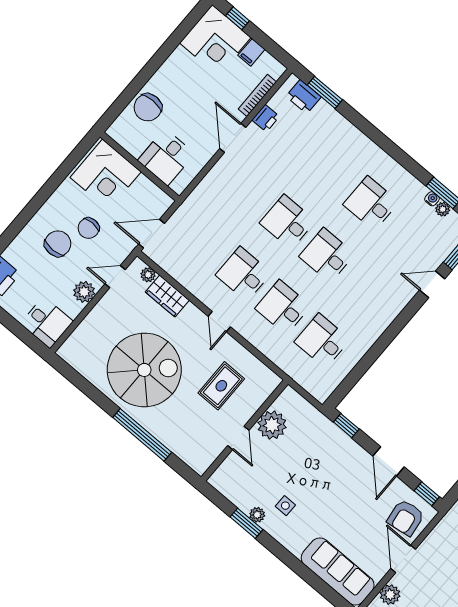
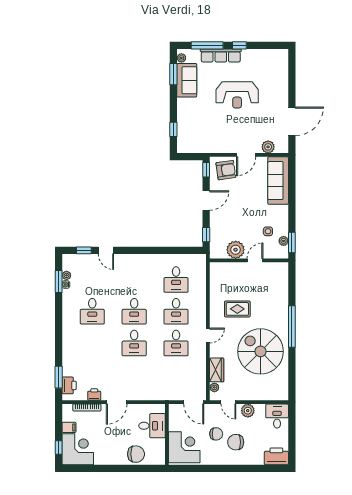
plant: (272, 425) -> (236, 250), moved
wall: (245, 430) -> (249, 260), moved
door: (238, 438) -> (255, 260), moved

